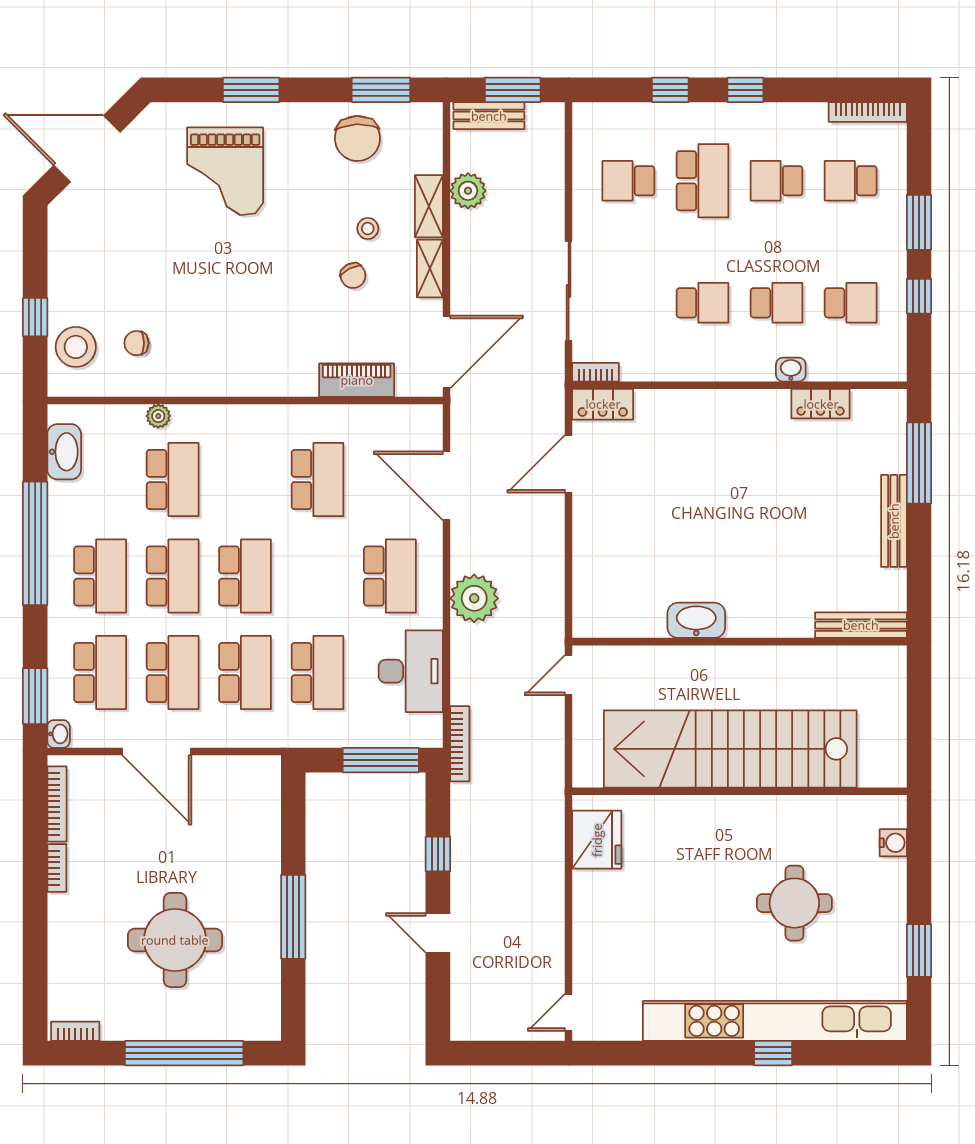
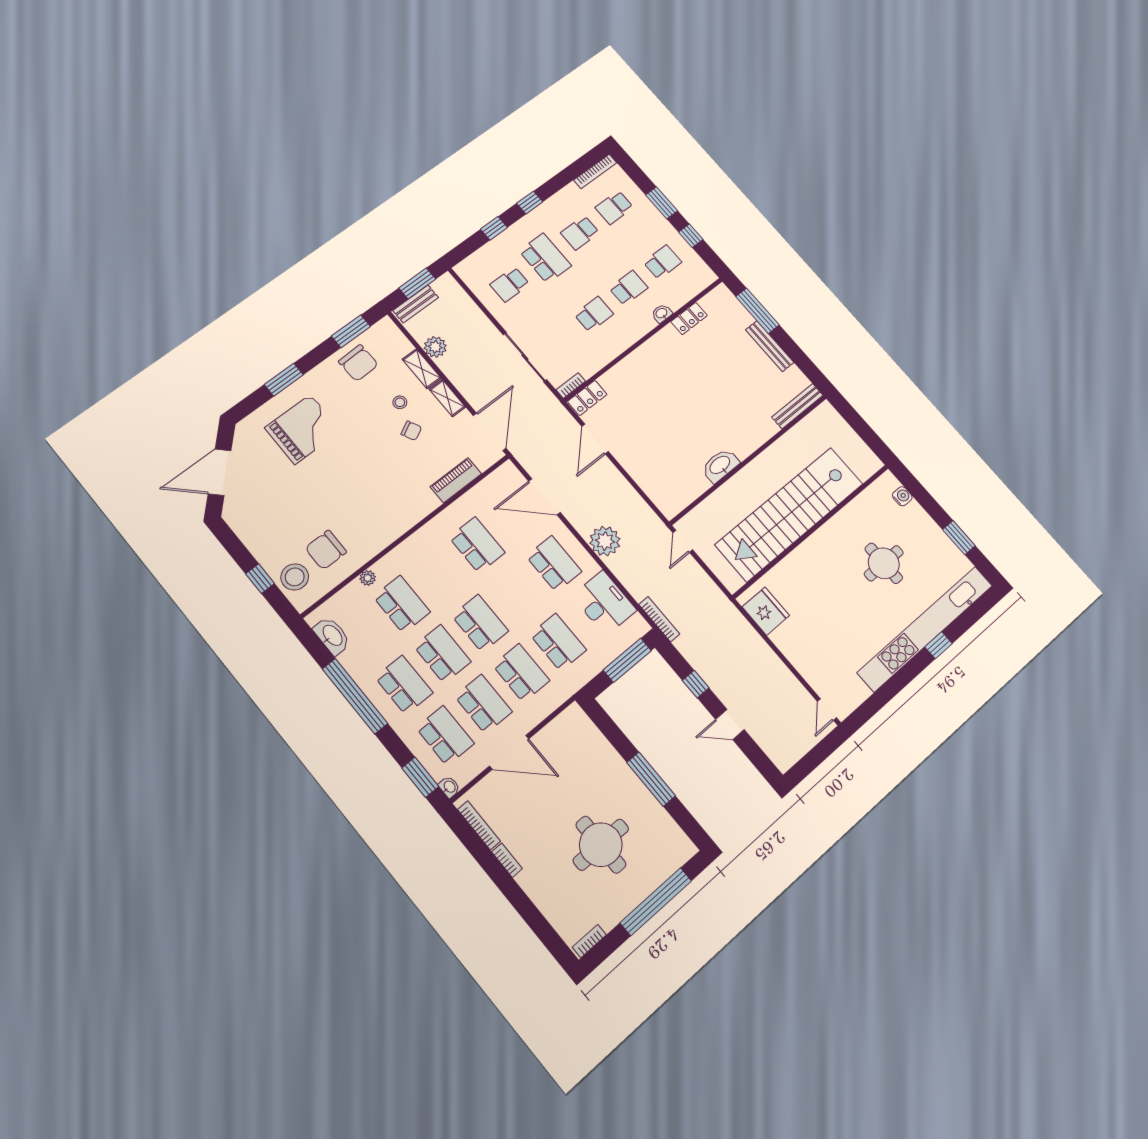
grand piano: (225, 171) -> (303, 429), turned -90
chair: (136, 343) -> (326, 550), width x1.87, depth x1.87

